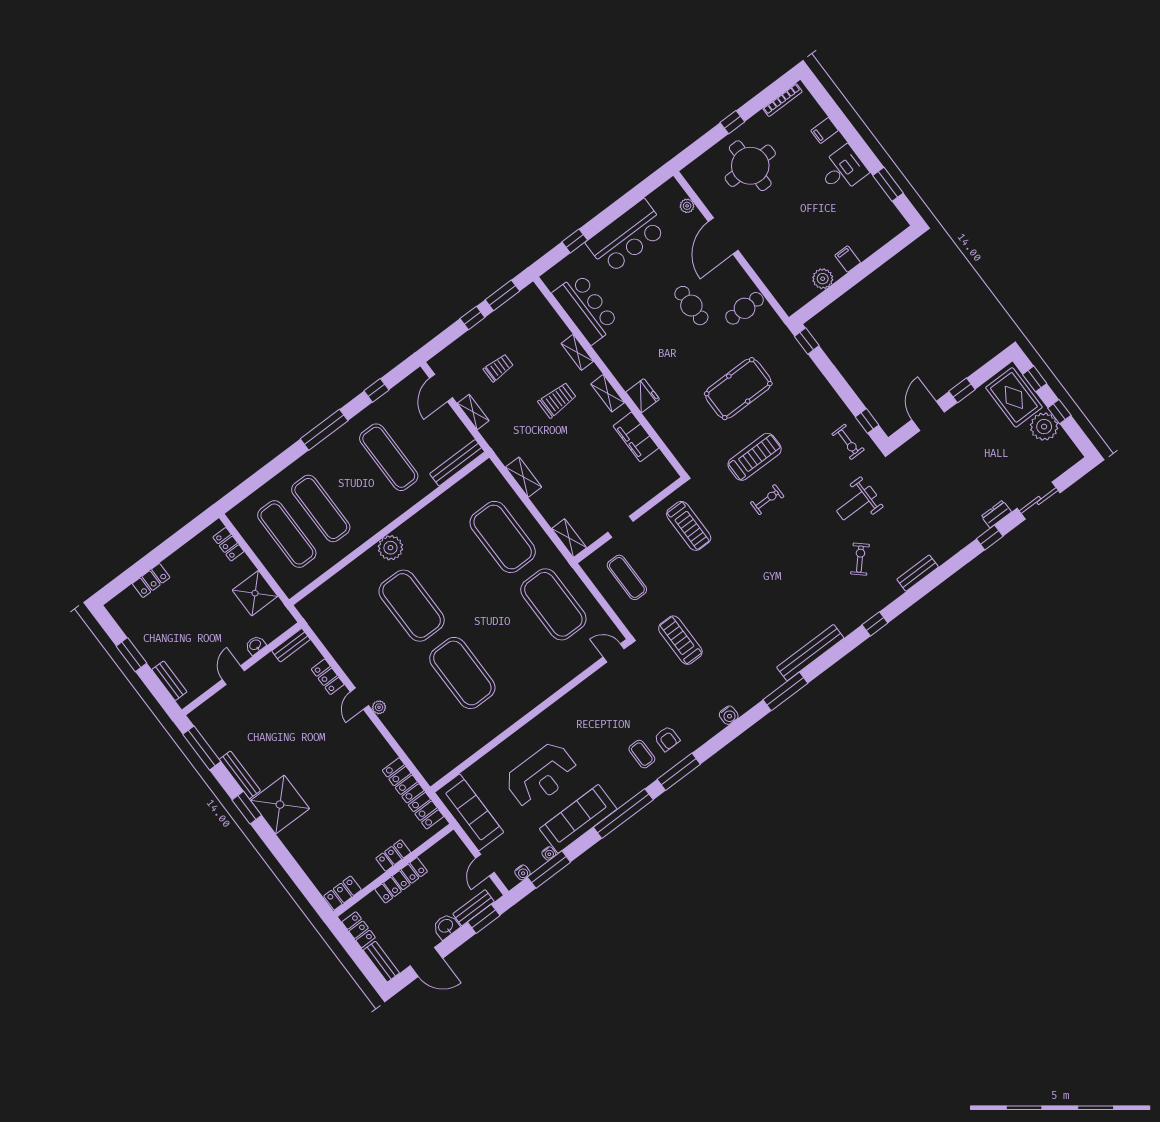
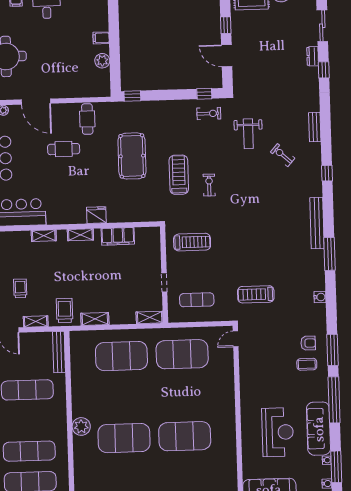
trolley: (557, 400) -> (65, 310), moved

